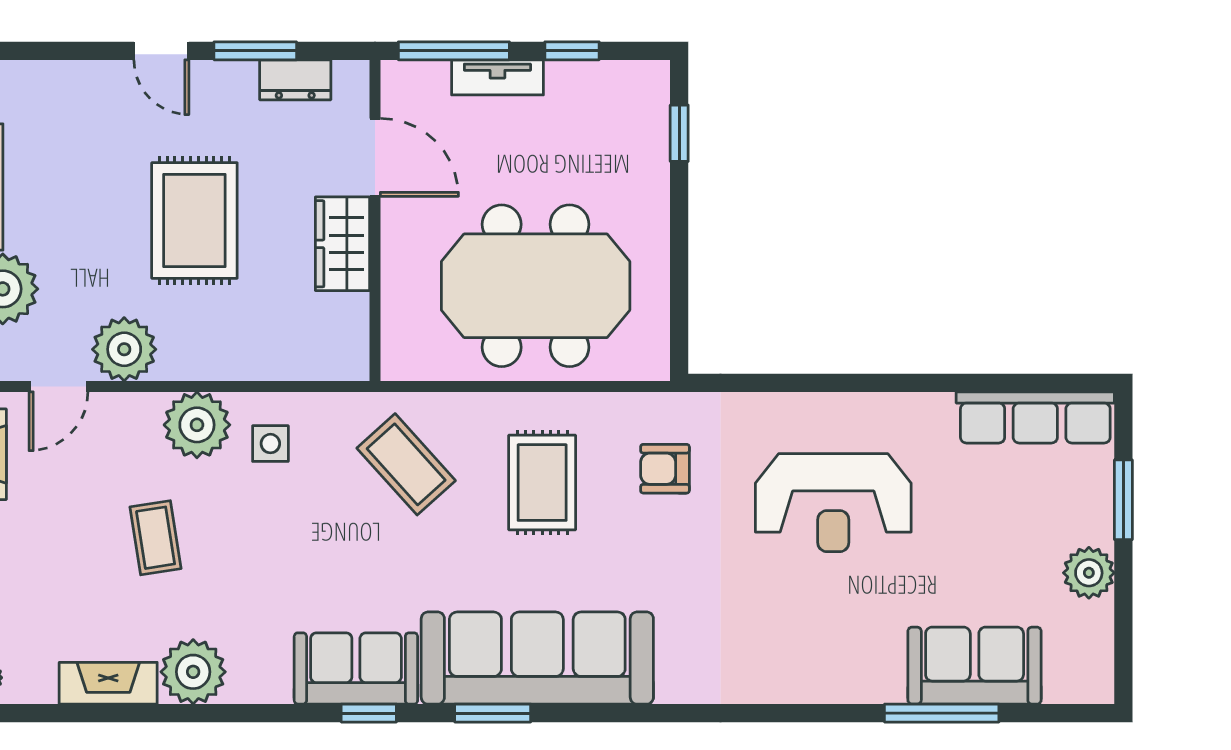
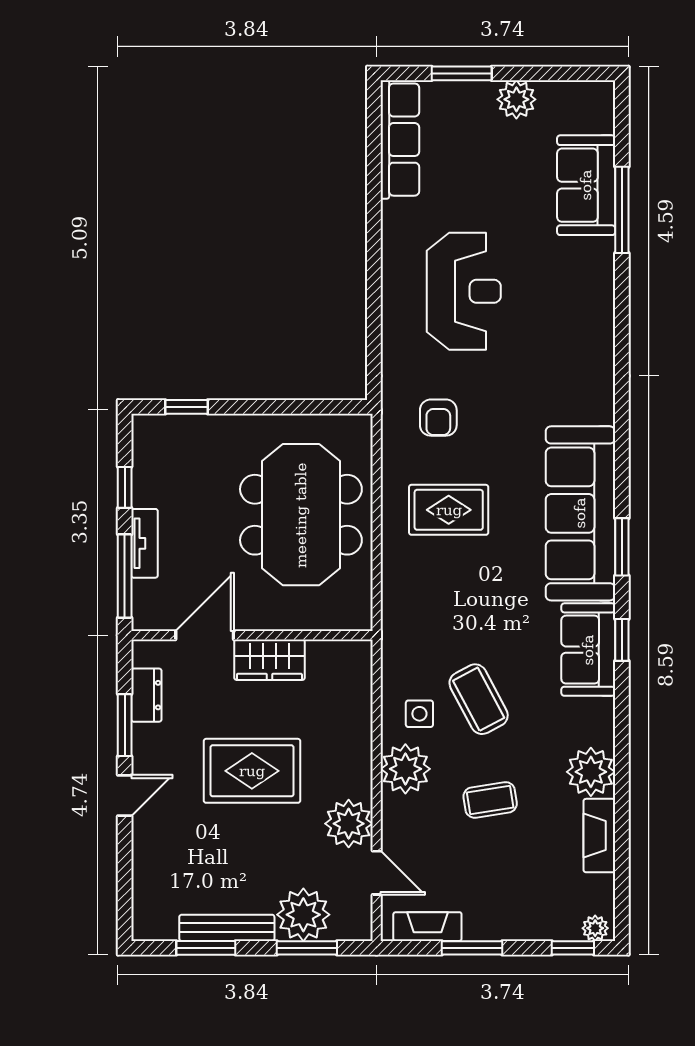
coffee table: (406, 464) -> (479, 699), moved, turned -76

